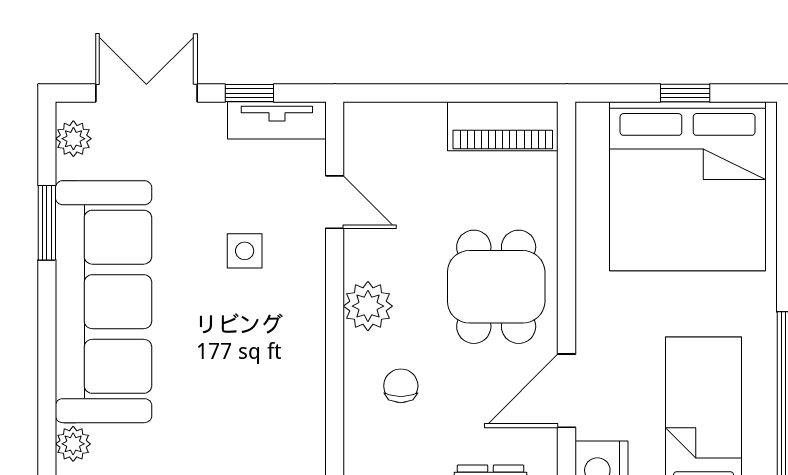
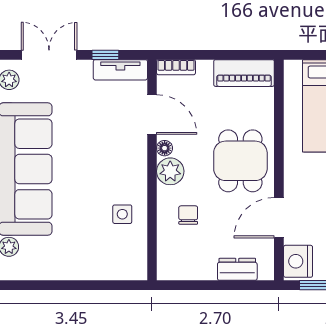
bookcase: (379, 116) -> (176, 67), added
door: (335, 202) -> (152, 115), width x1.38
side table: (245, 251) -> (122, 214), moved
floor lamp: (358, 264) -> (165, 148), added

